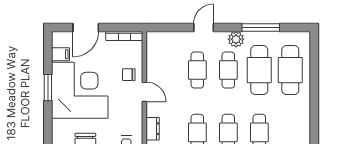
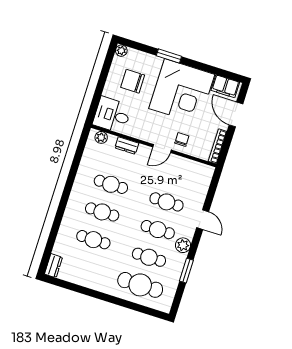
window: (261, 28) -> (186, 271), width x0.69
filing cabinet: (61, 54) -> (225, 86), width x2.00
cafe table: (259, 70) -> (149, 257), width x0.73, depth x0.74
window: (48, 88) -> (169, 56), moved

